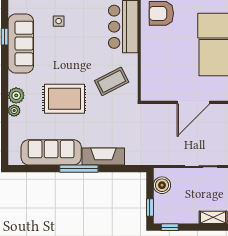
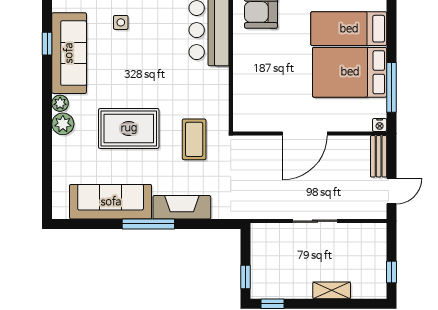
coffee table: (112, 81) -> (194, 139), moved, turned -63
plant: (14, 111) -> (60, 103), moved
boiler: (162, 185) -> (262, 246), removed

